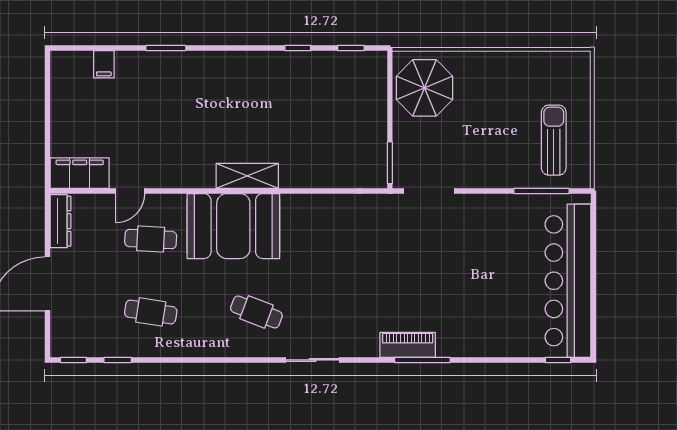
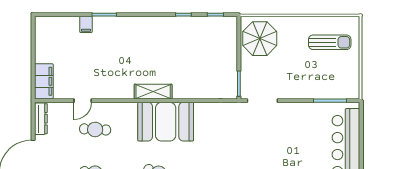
filing cabinet: (104, 64) -> (86, 24), moved
sun lounger: (554, 140) -> (330, 42), moved, turned 90
filing cabinet: (80, 173) -> (44, 81), moved, turned 90
booth: (233, 226) -> (166, 122), moved

